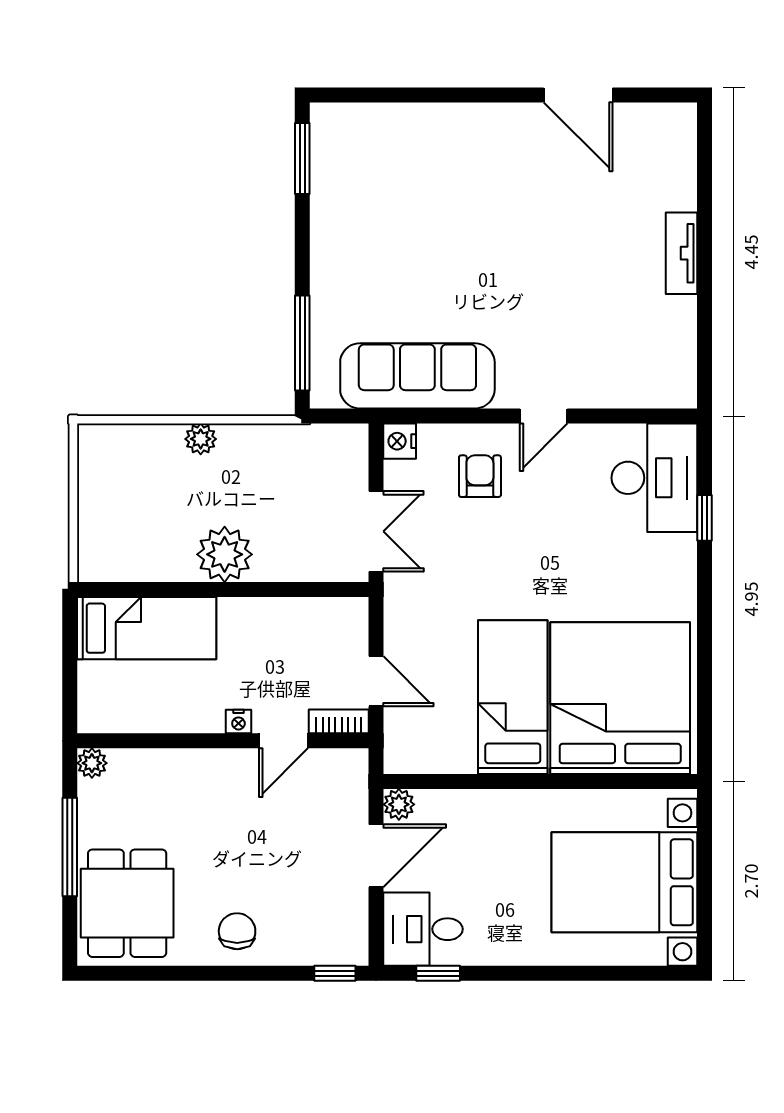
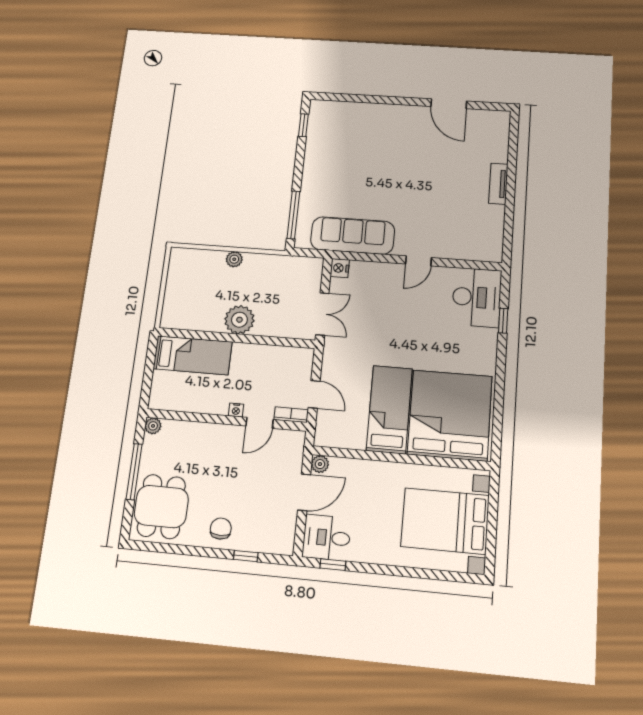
window: (302, 159) -> (303, 125), width x0.67
armchair: (480, 476) -> (381, 289), removed
window: (335, 973) -> (246, 556), moved

